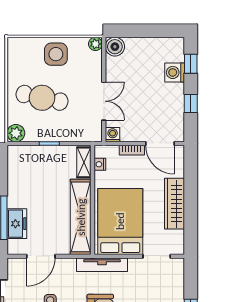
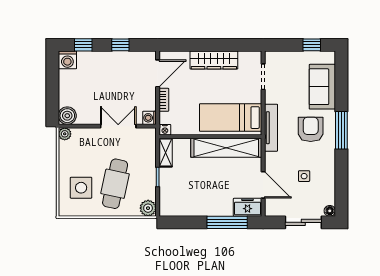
side table: (56, 54) -> (81, 188), moved
washing machine: (175, 72) -> (67, 60), moved
shelving: (84, 162) -> (166, 153), moved, turned 90
nightstand: (100, 164) -> (165, 130), moved
bed: (120, 221) -> (231, 118), width x0.67
freezer: (17, 224) -> (247, 207), moved

